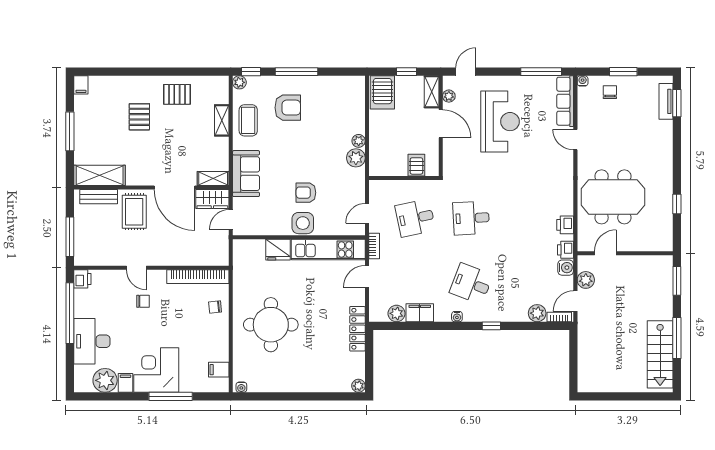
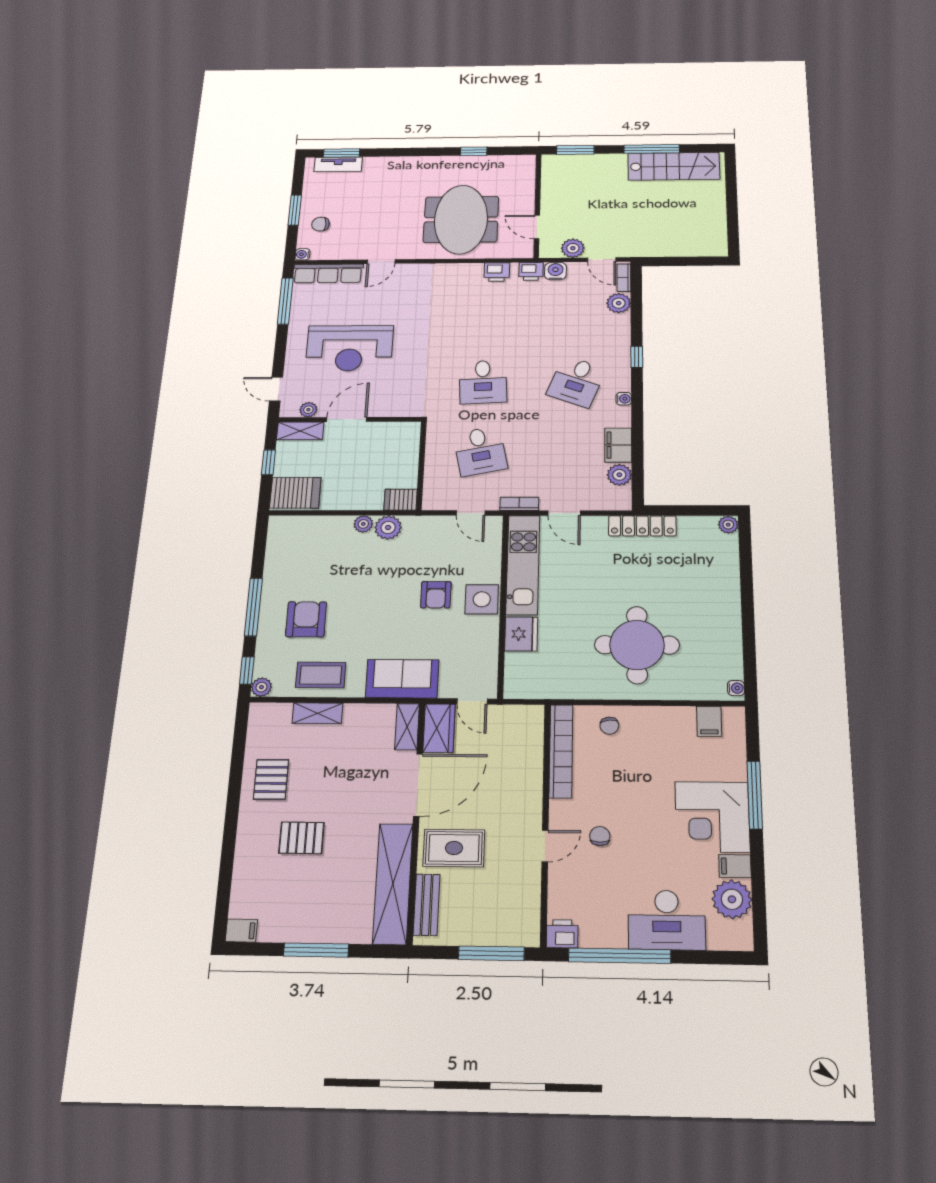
reception desk: (500, 122) -> (349, 348), turned 180
server rack: (416, 165) -> (400, 500), moved
shelving: (100, 175) -> (393, 883), width x1.47

